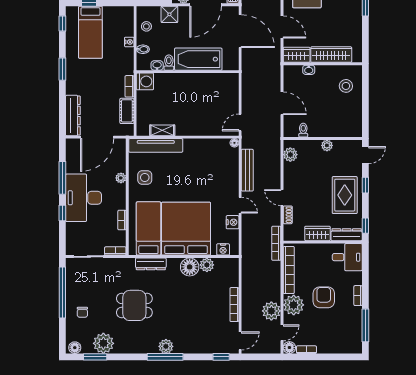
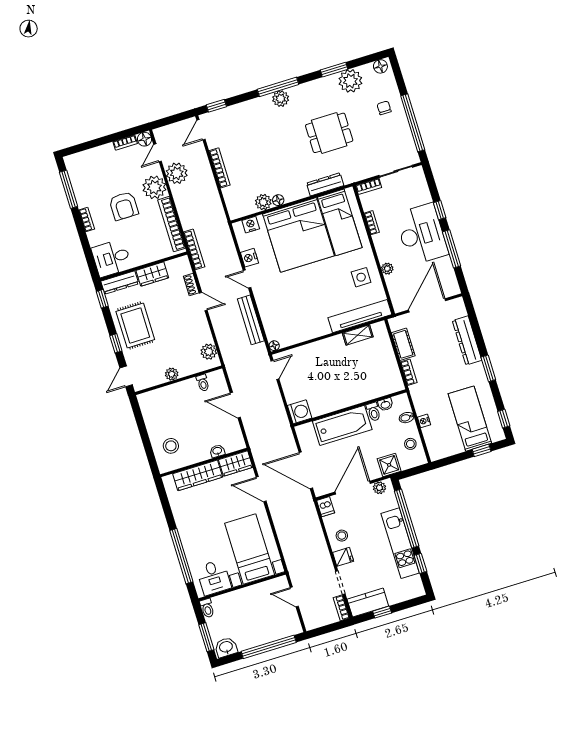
washing machine: (145, 81) -> (300, 412), moved, turned 180
dresser: (73, 116) -> (467, 340), moved
floor lamp: (190, 267) -> (278, 200), width x0.53, depth x0.53
window: (95, 357) -> (334, 70), moved

